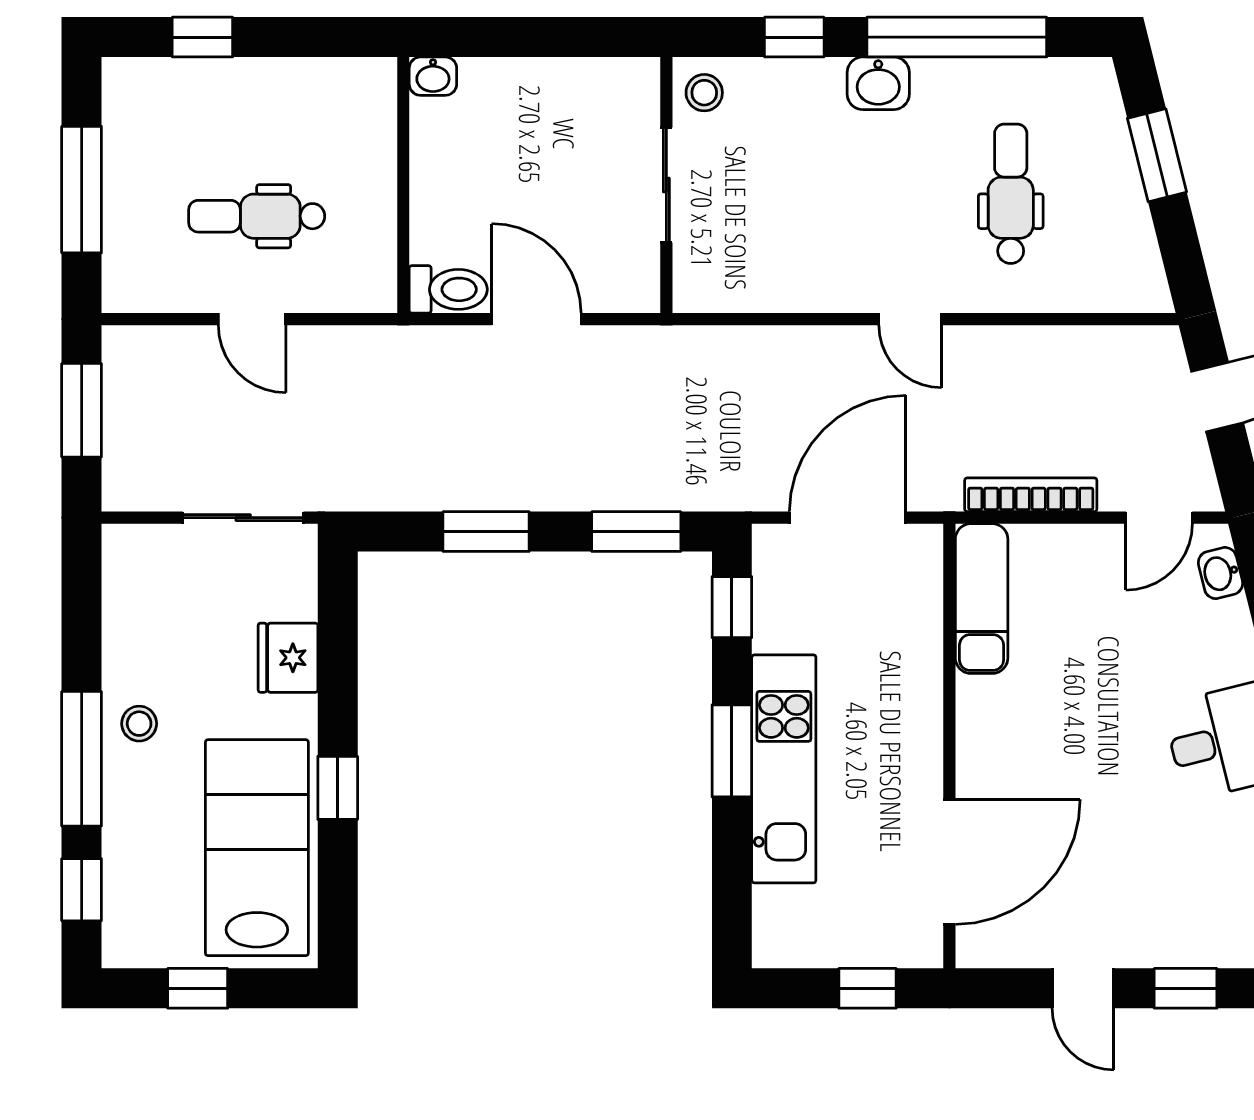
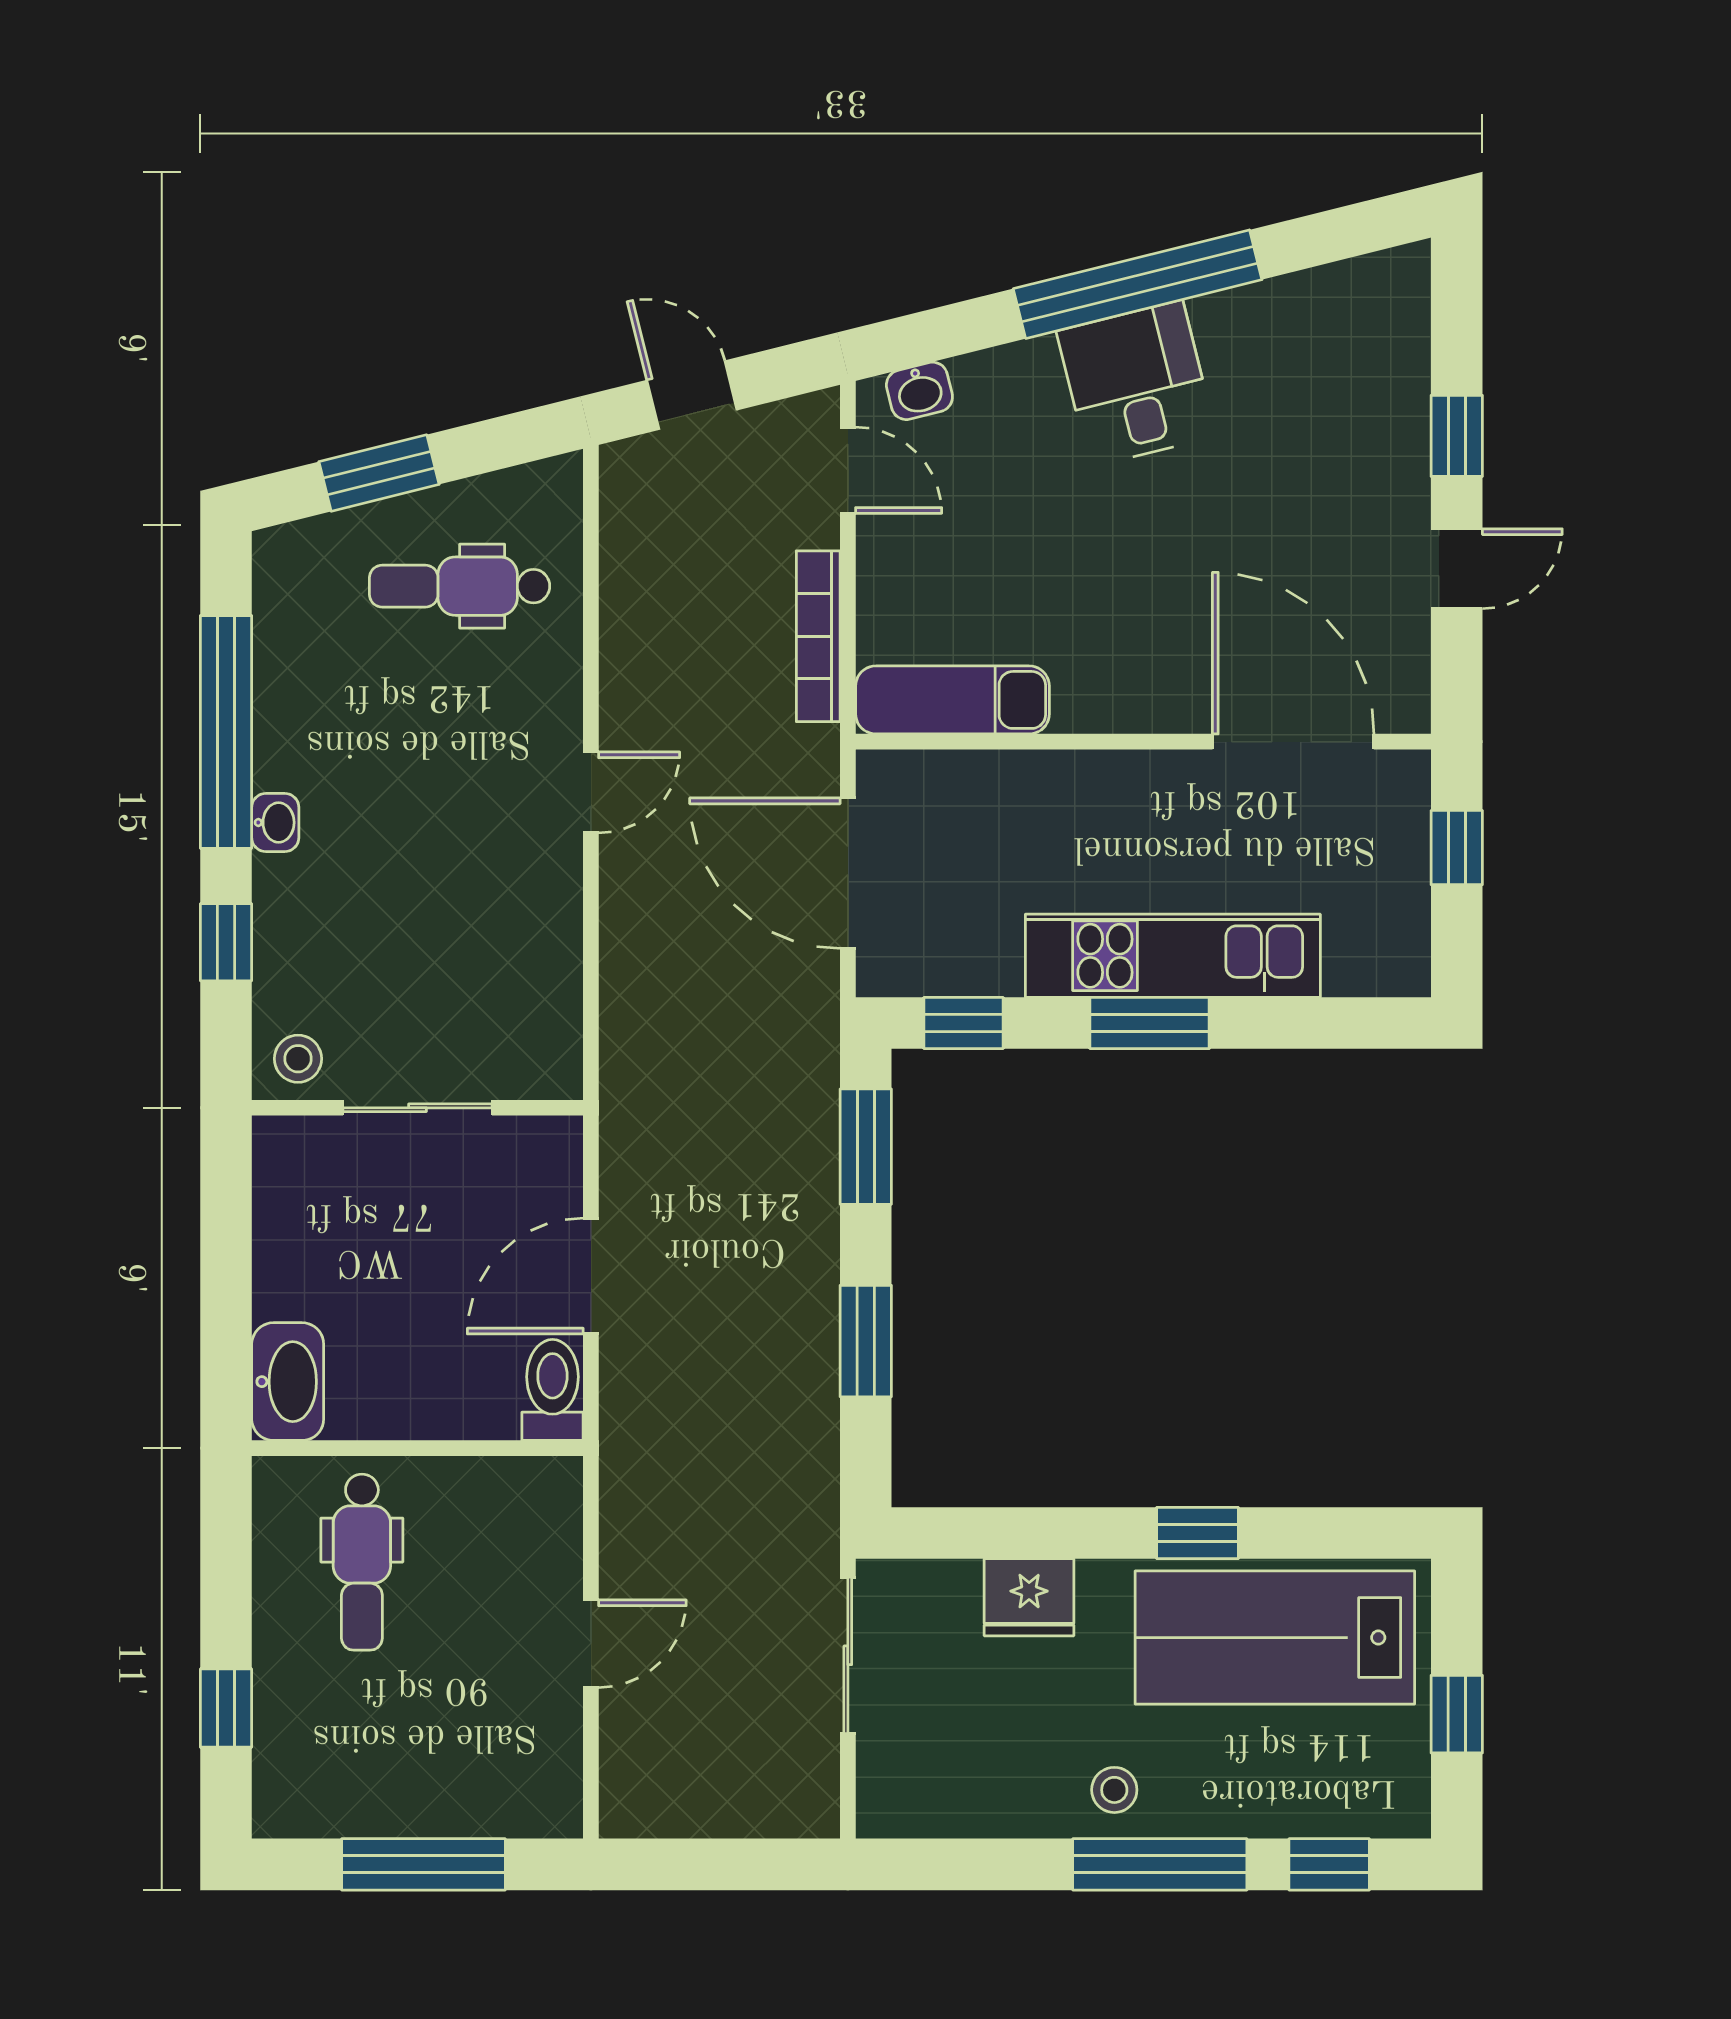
washbasin: (433, 76) -> (288, 1382), width x1.91, depth x1.45
washbasin: (878, 83) -> (275, 822), width x0.72, depth x0.69
dental chair: (1011, 194) -> (460, 586), moved
dental chair: (257, 216) -> (362, 1562), moved
window: (82, 410) -> (709, 1864), removed

